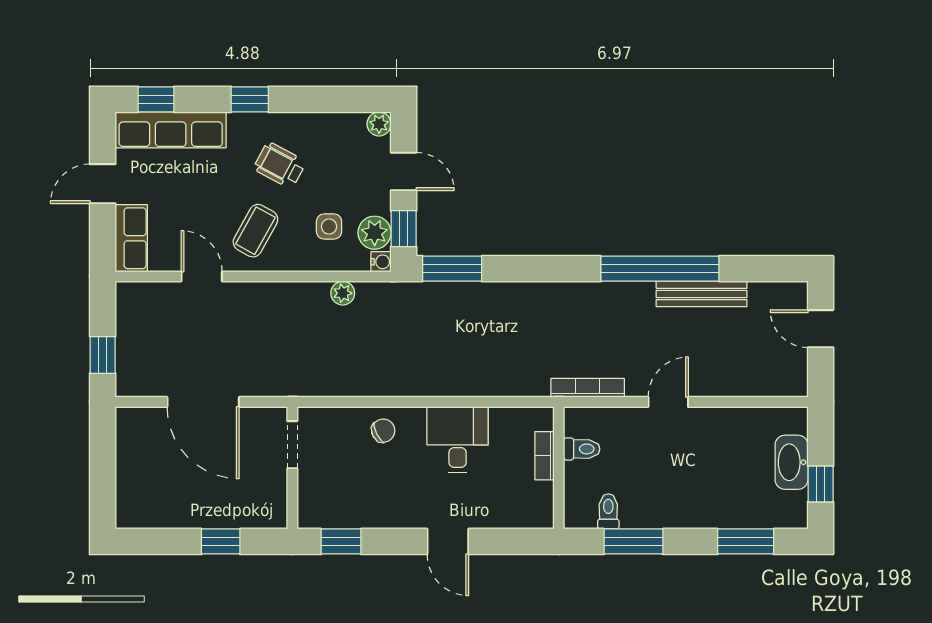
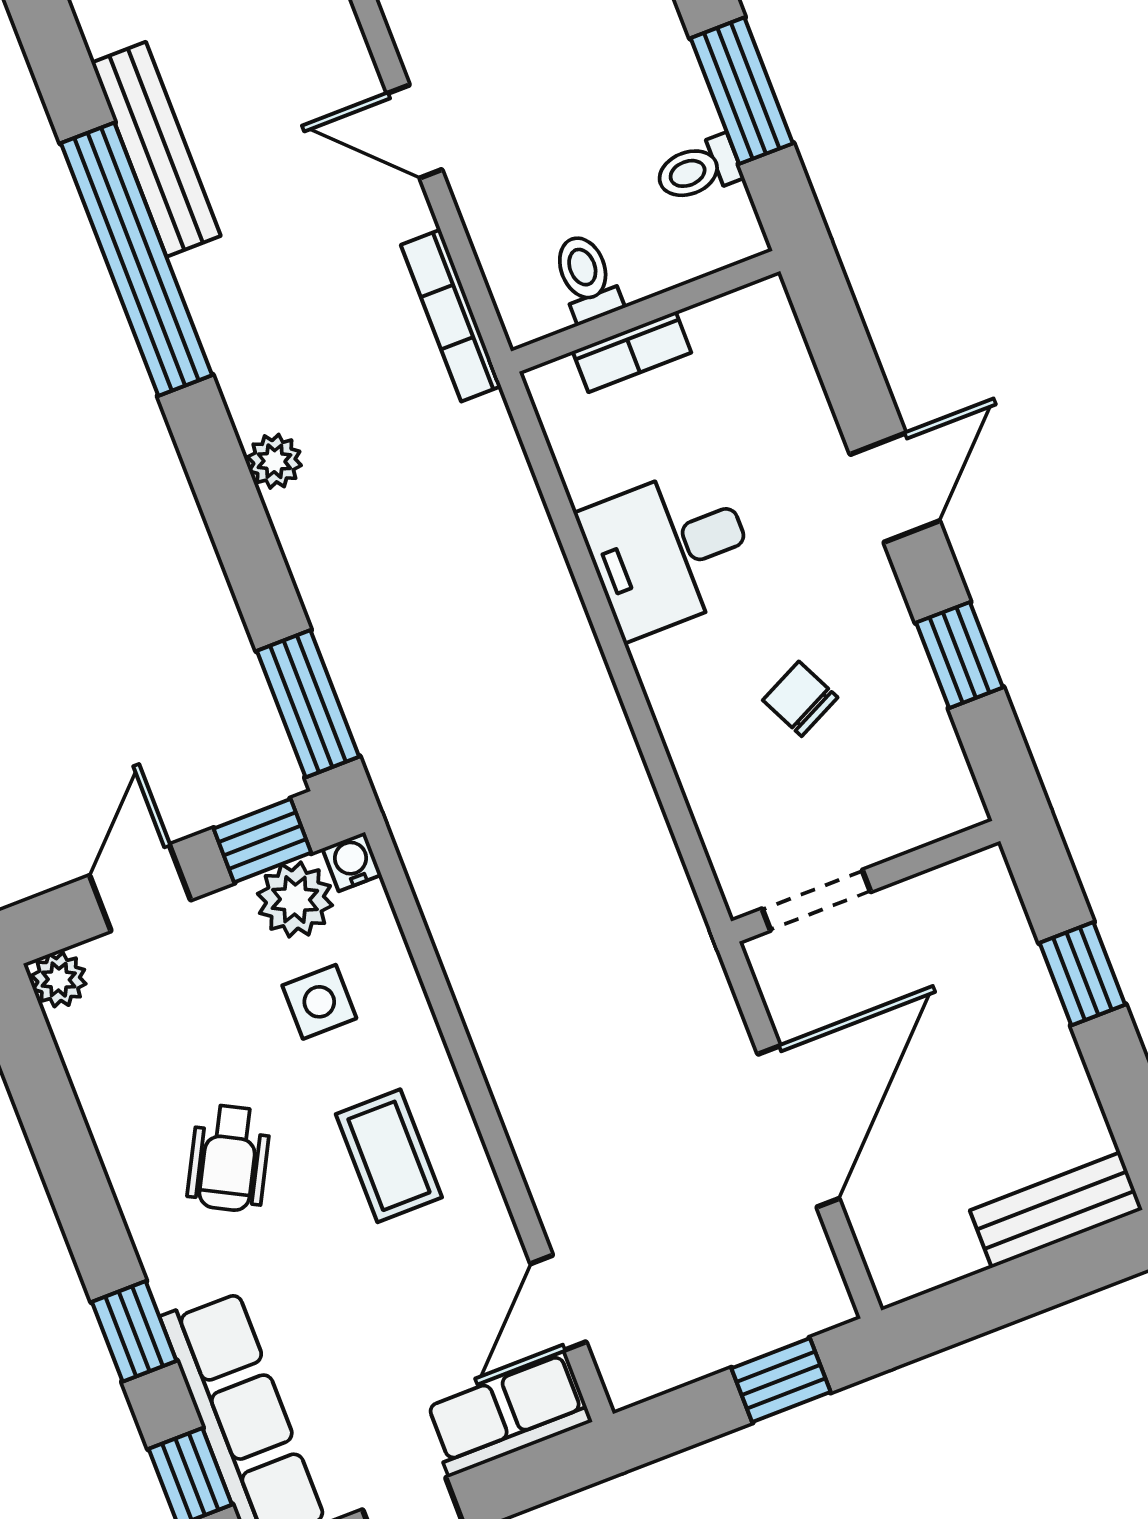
window: (250, 99) -> (134, 1331), moved
coffee table: (255, 231) -> (389, 1156), turned 61
door: (202, 277) -> (558, 1303), moved
plant: (343, 293) -> (274, 461), moved
chair: (383, 431) -> (800, 699), moved
bench: (129, 494) -> (1056, 1210), added
window: (341, 541) -> (959, 655), moved

